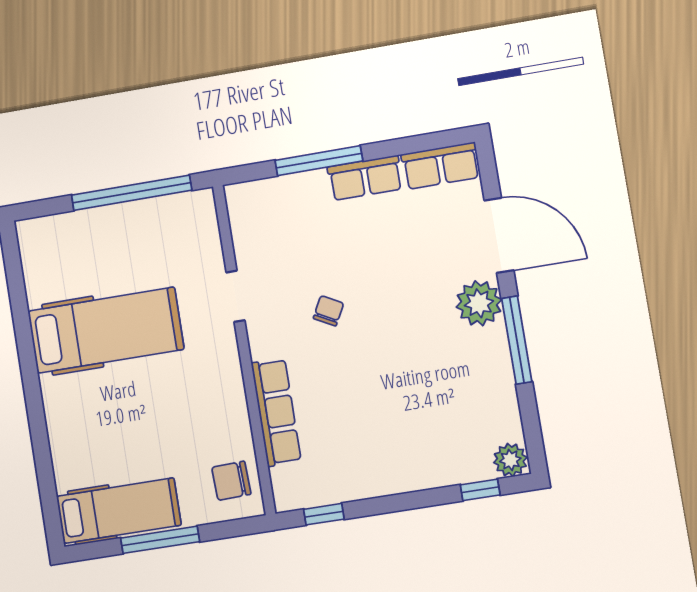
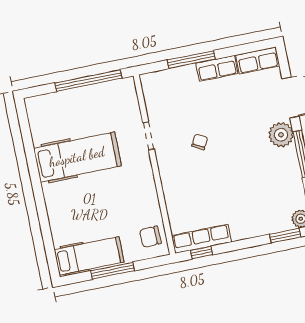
row of seats: (276, 412) -> (201, 239), moved, turned -90
window: (480, 490) -> (285, 236), width x1.50

